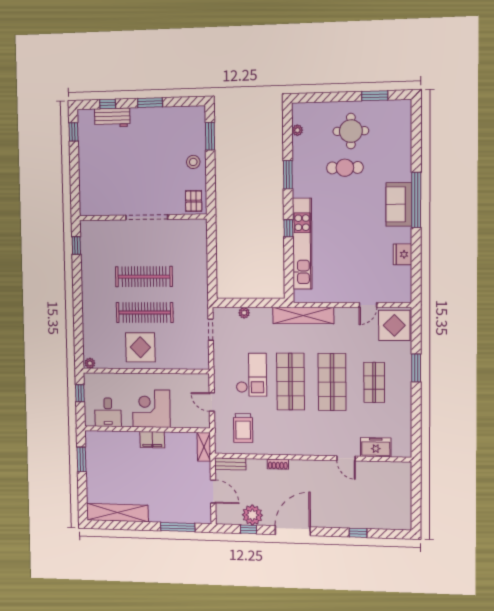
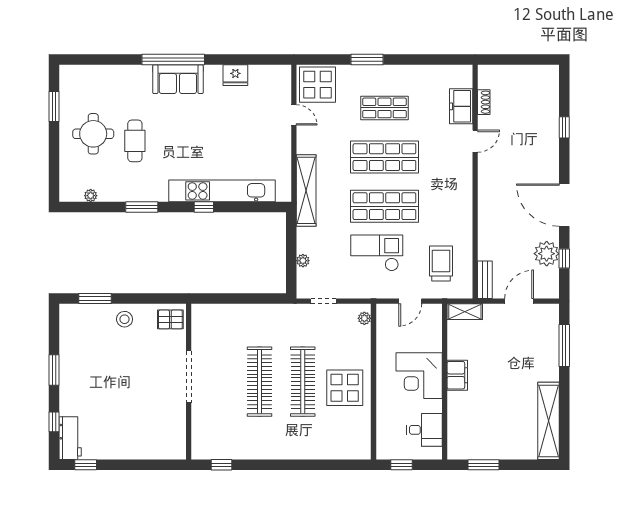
workbench: (112, 118) -> (70, 438), moved
plant: (90, 363) -> (364, 318), moved
trolley: (243, 428) -> (441, 264), turned -90
shoe rack: (278, 464) -> (484, 102), moved

